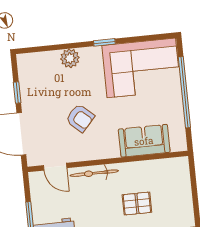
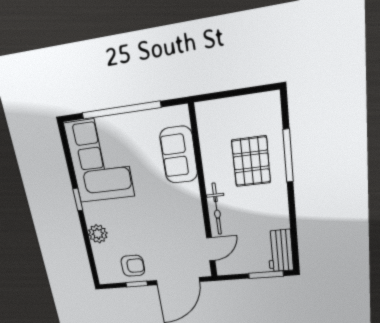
armchair: (80, 118) -> (133, 266), moved, turned 48
pallet: (137, 204) -> (251, 161), width x1.50, depth x1.42

